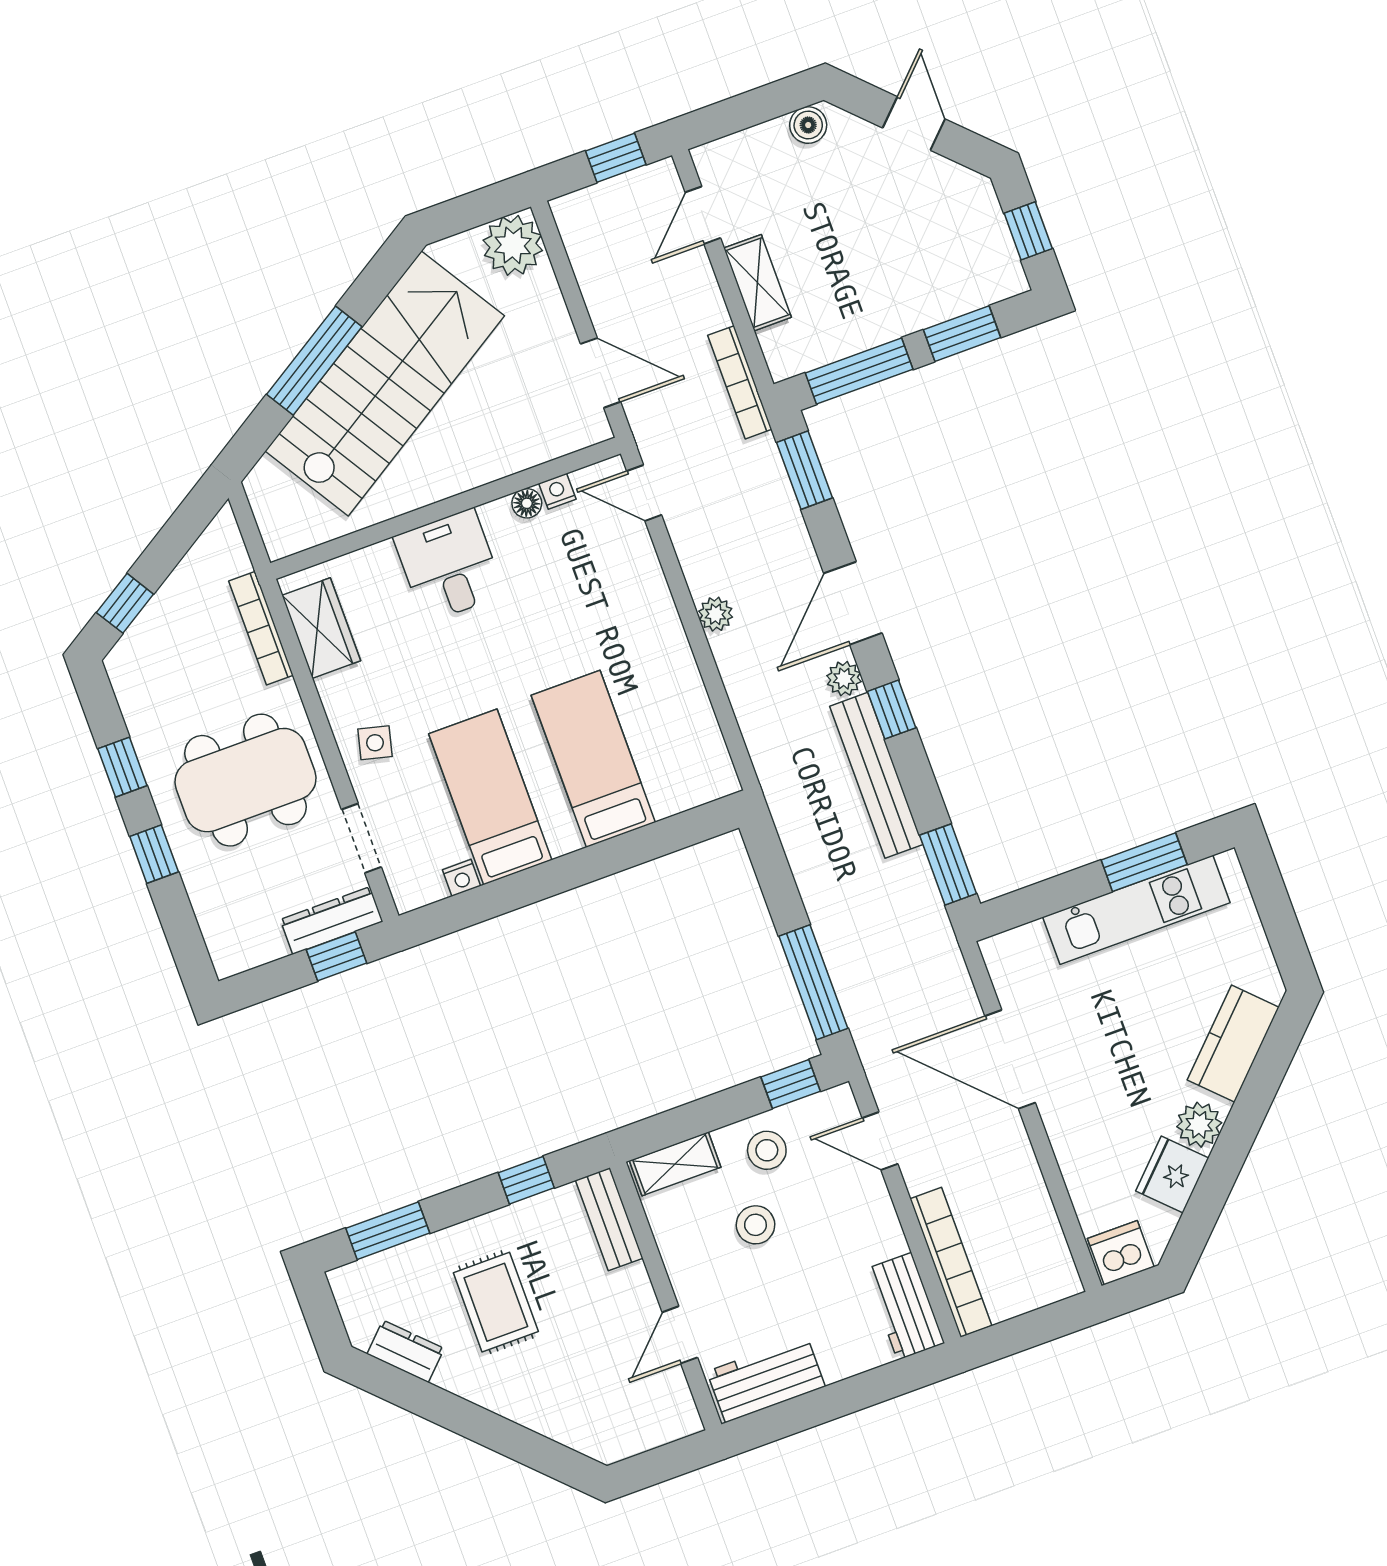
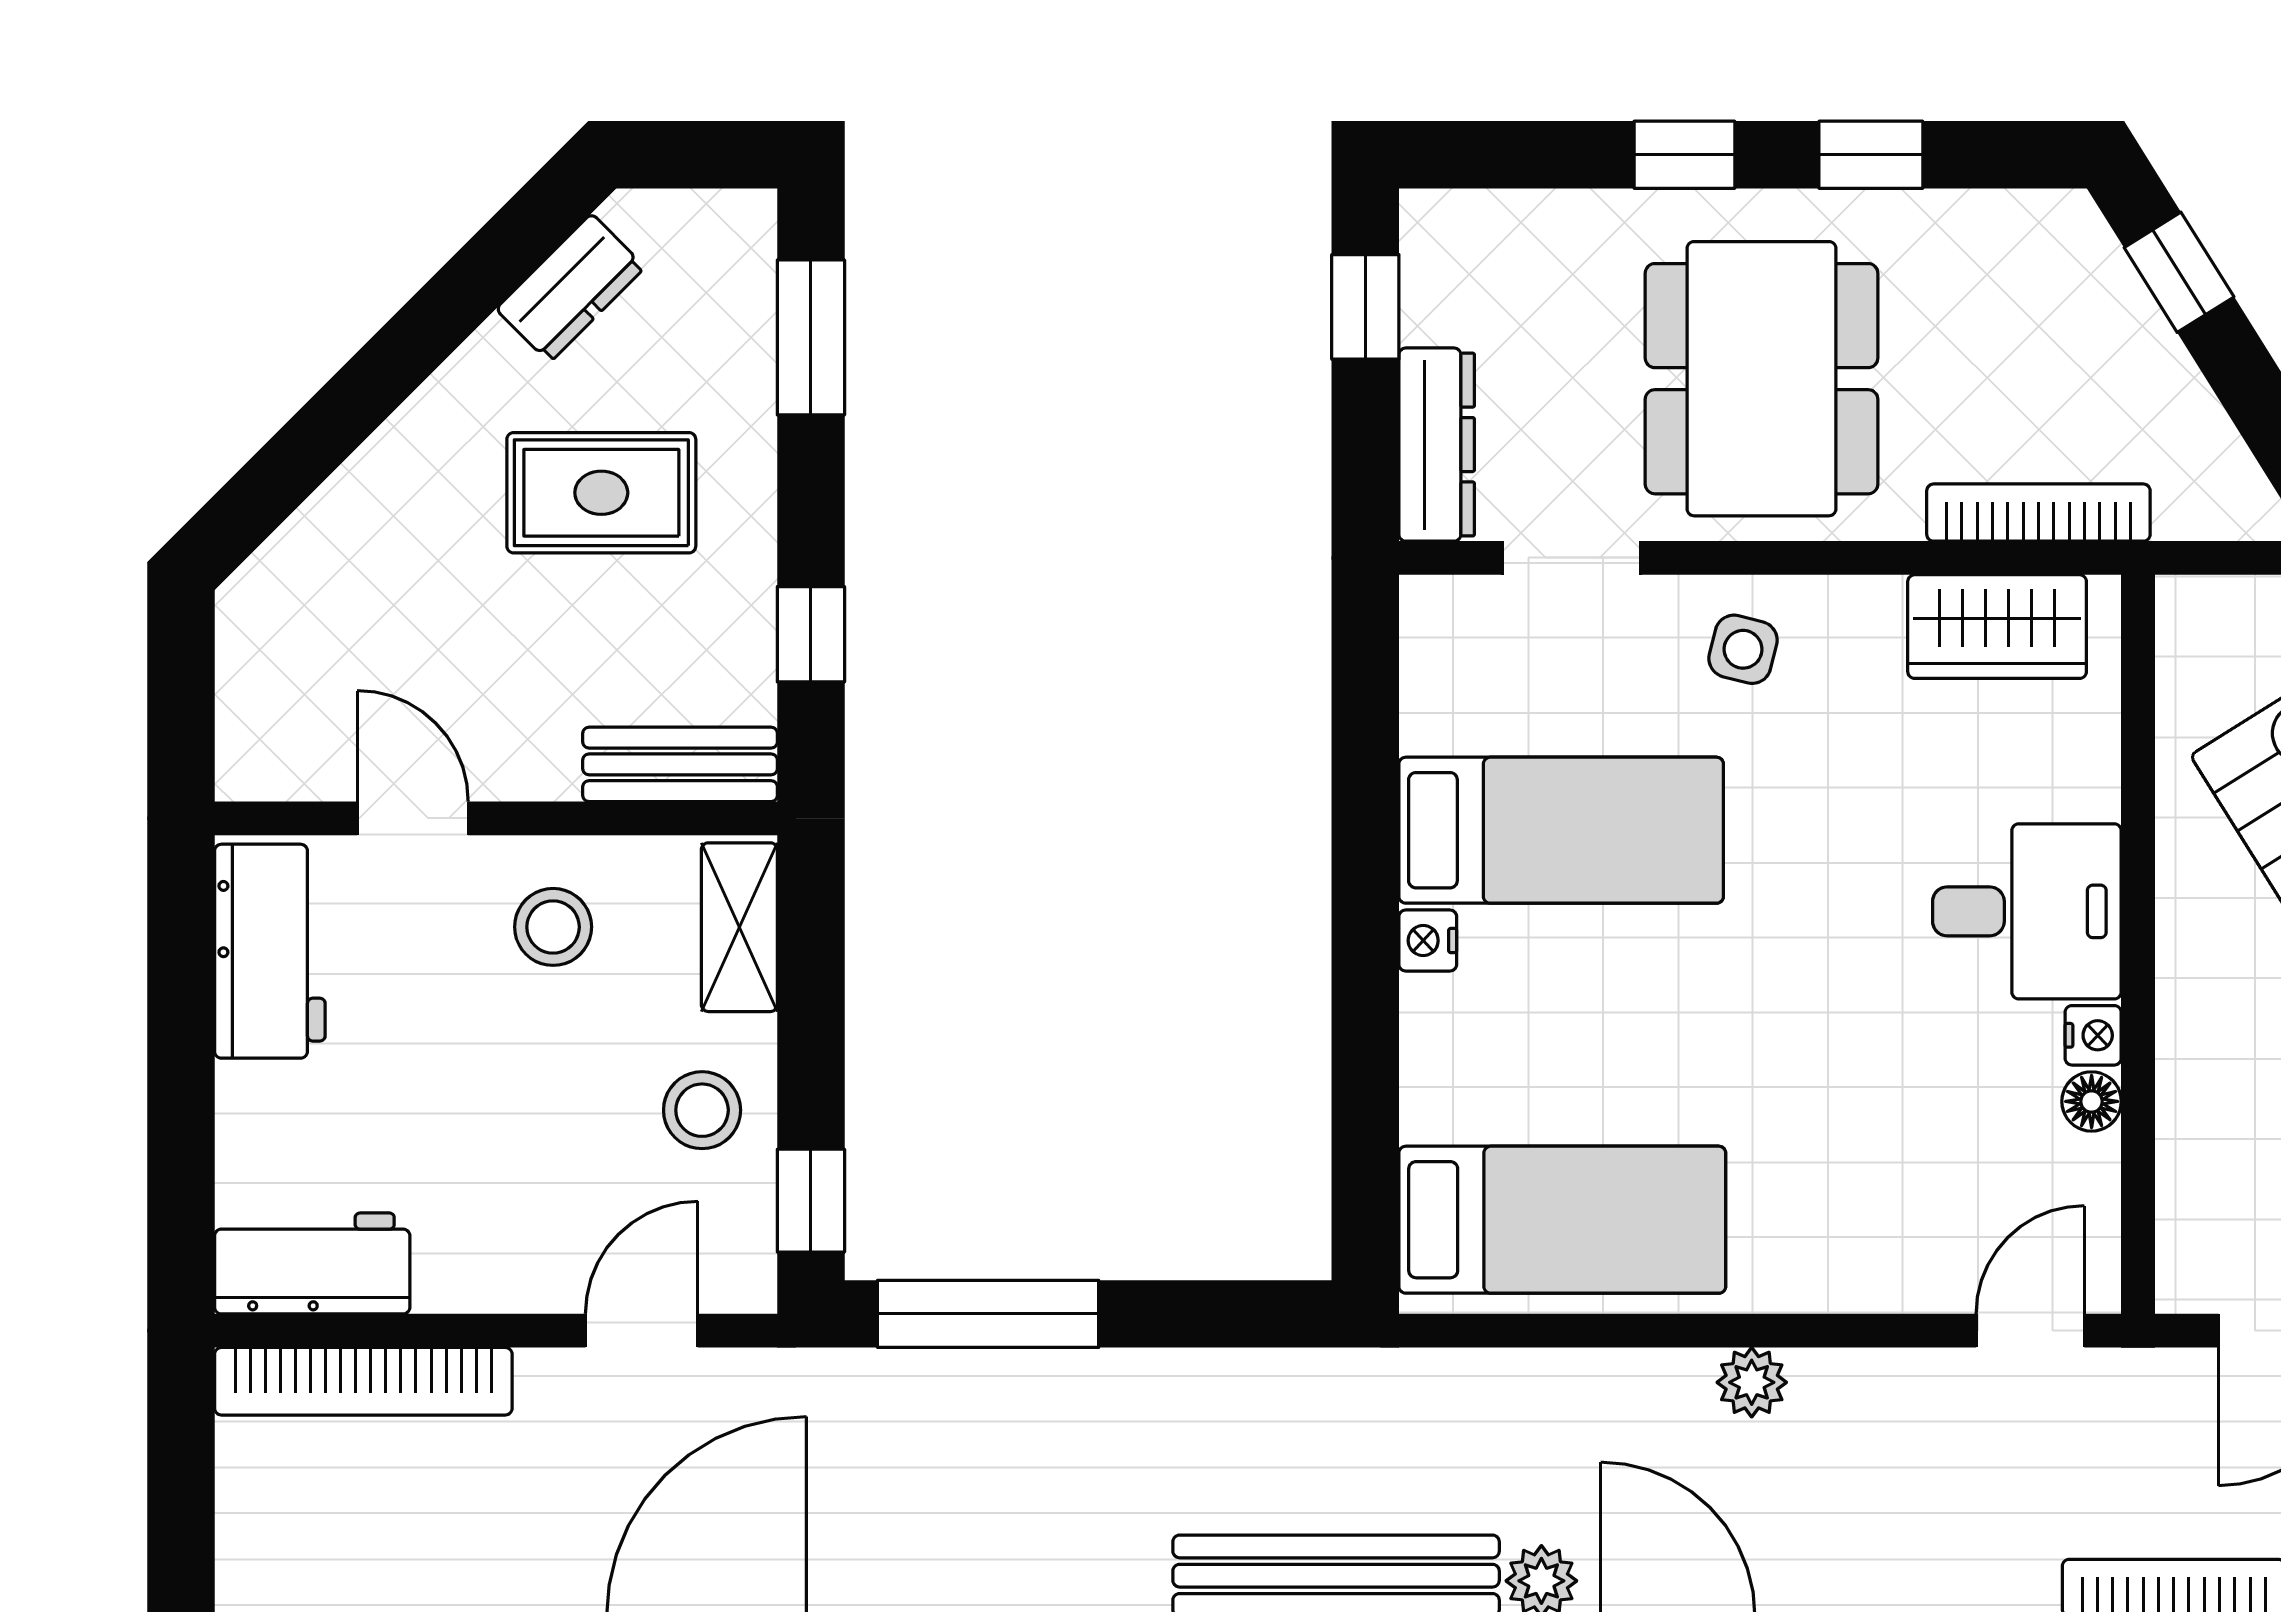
nightstand: (557, 491) -> (2093, 1035), moved
bed: (593, 759) -> (1562, 1220), moved
nightstand: (461, 878) -> (1428, 941), moved
window: (337, 956) -> (1365, 307), moved
stool: (755, 1225) -> (553, 927), moved

